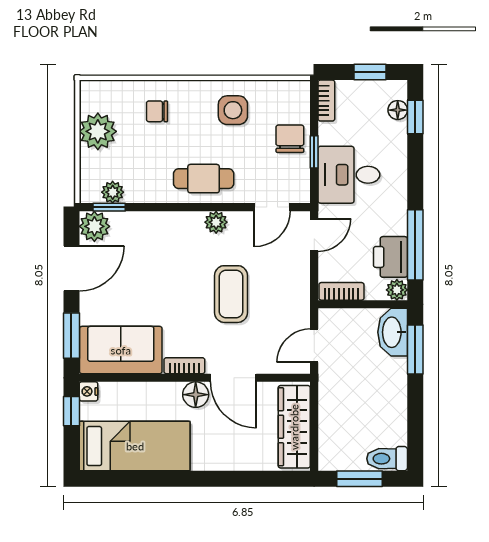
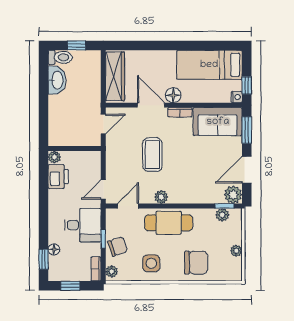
plant: (300, 96) -> (112, 271), added
floor lamp: (398, 110) -> (54, 249), moved
chair: (157, 111) -> (196, 263), width x1.87, depth x1.87
plant: (98, 131) -> (236, 251), width x0.53, depth x0.53
chair: (290, 139) -> (118, 246), turned -109
cafe table: (204, 179) -> (169, 223), width x1.37, depth x1.35
window: (415, 245) -> (44, 184), removed
bookcase: (341, 291) -> (87, 156), removed
washbasin: (393, 332) -> (57, 80), moved
window: (415, 350) -> (44, 122), removed
window: (359, 479) -> (76, 45), width x0.67

